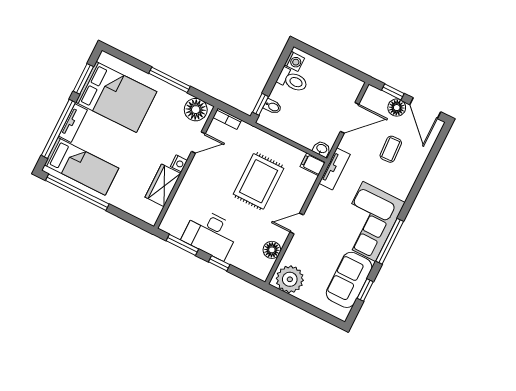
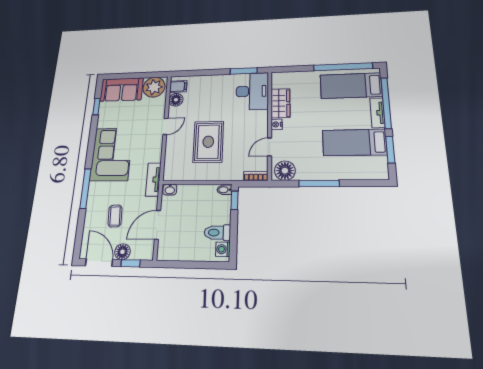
bed: (116, 97) -> (354, 142), width x0.67
bidet: (273, 106) -> (224, 190), moved
filing cabinet: (313, 164) -> (178, 86), moved
desk: (211, 234) -> (252, 91), moved, turned 90
window: (390, 241) -> (85, 188), moved
window: (219, 263) -> (210, 72), removed
sofa: (349, 280) -> (121, 89), moved, turned 90

